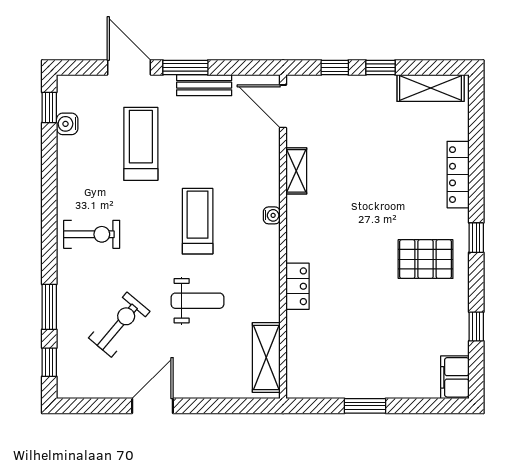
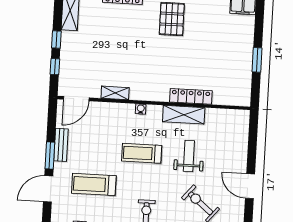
locker: (298, 286) -> (191, 96), width x1.53
shelving: (266, 357) -> (184, 115), moved

